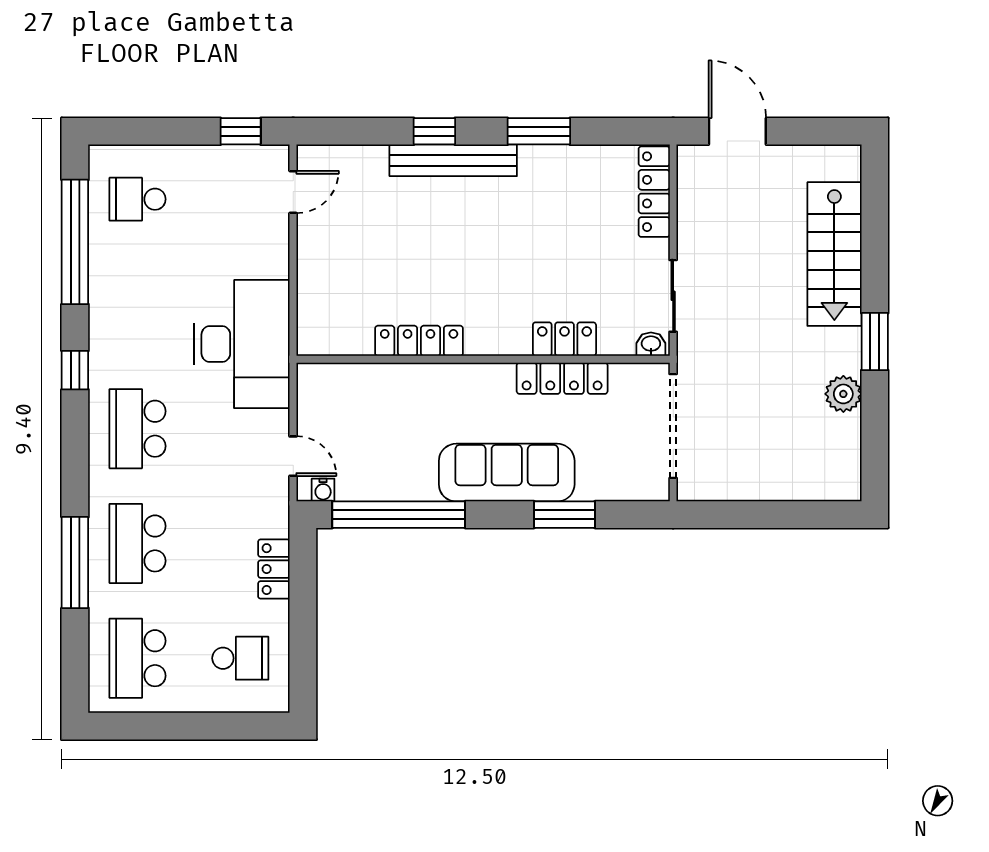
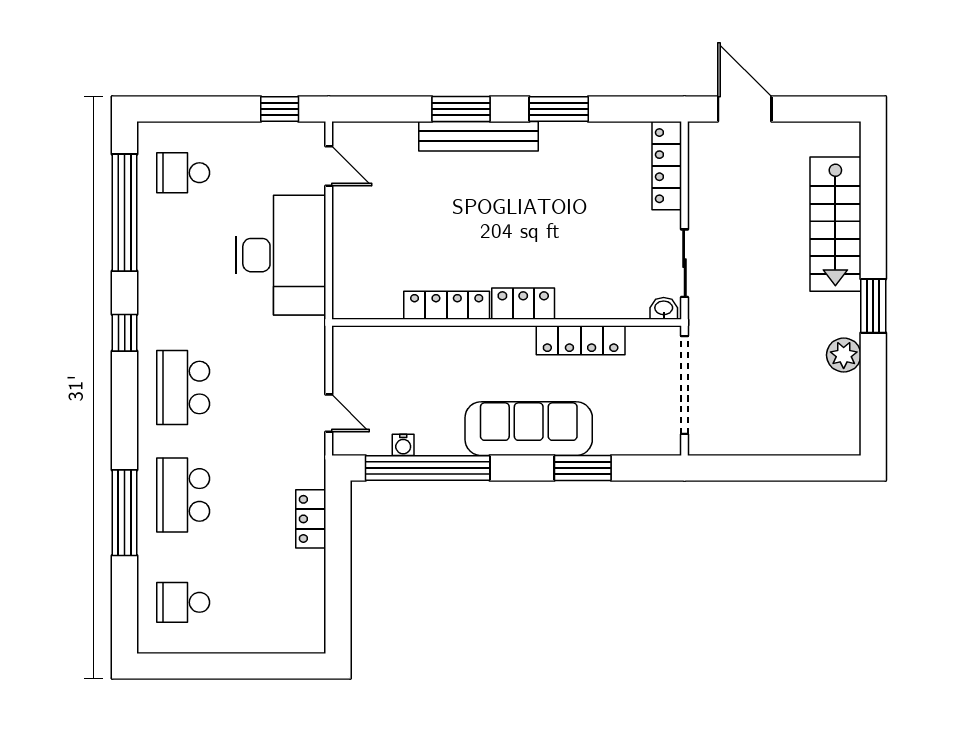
window: (434, 131) -> (461, 109), width x1.50
door: (293, 192) -> (329, 166), hinge flipped
locker: (564, 339) -> (523, 304), moved
desk: (242, 344) -> (281, 255), moved
water cooler: (323, 490) -> (403, 445), moved
school desk: (138, 658) -> (183, 602), width x0.54
school desk: (240, 658) -> (279, 602), removed

